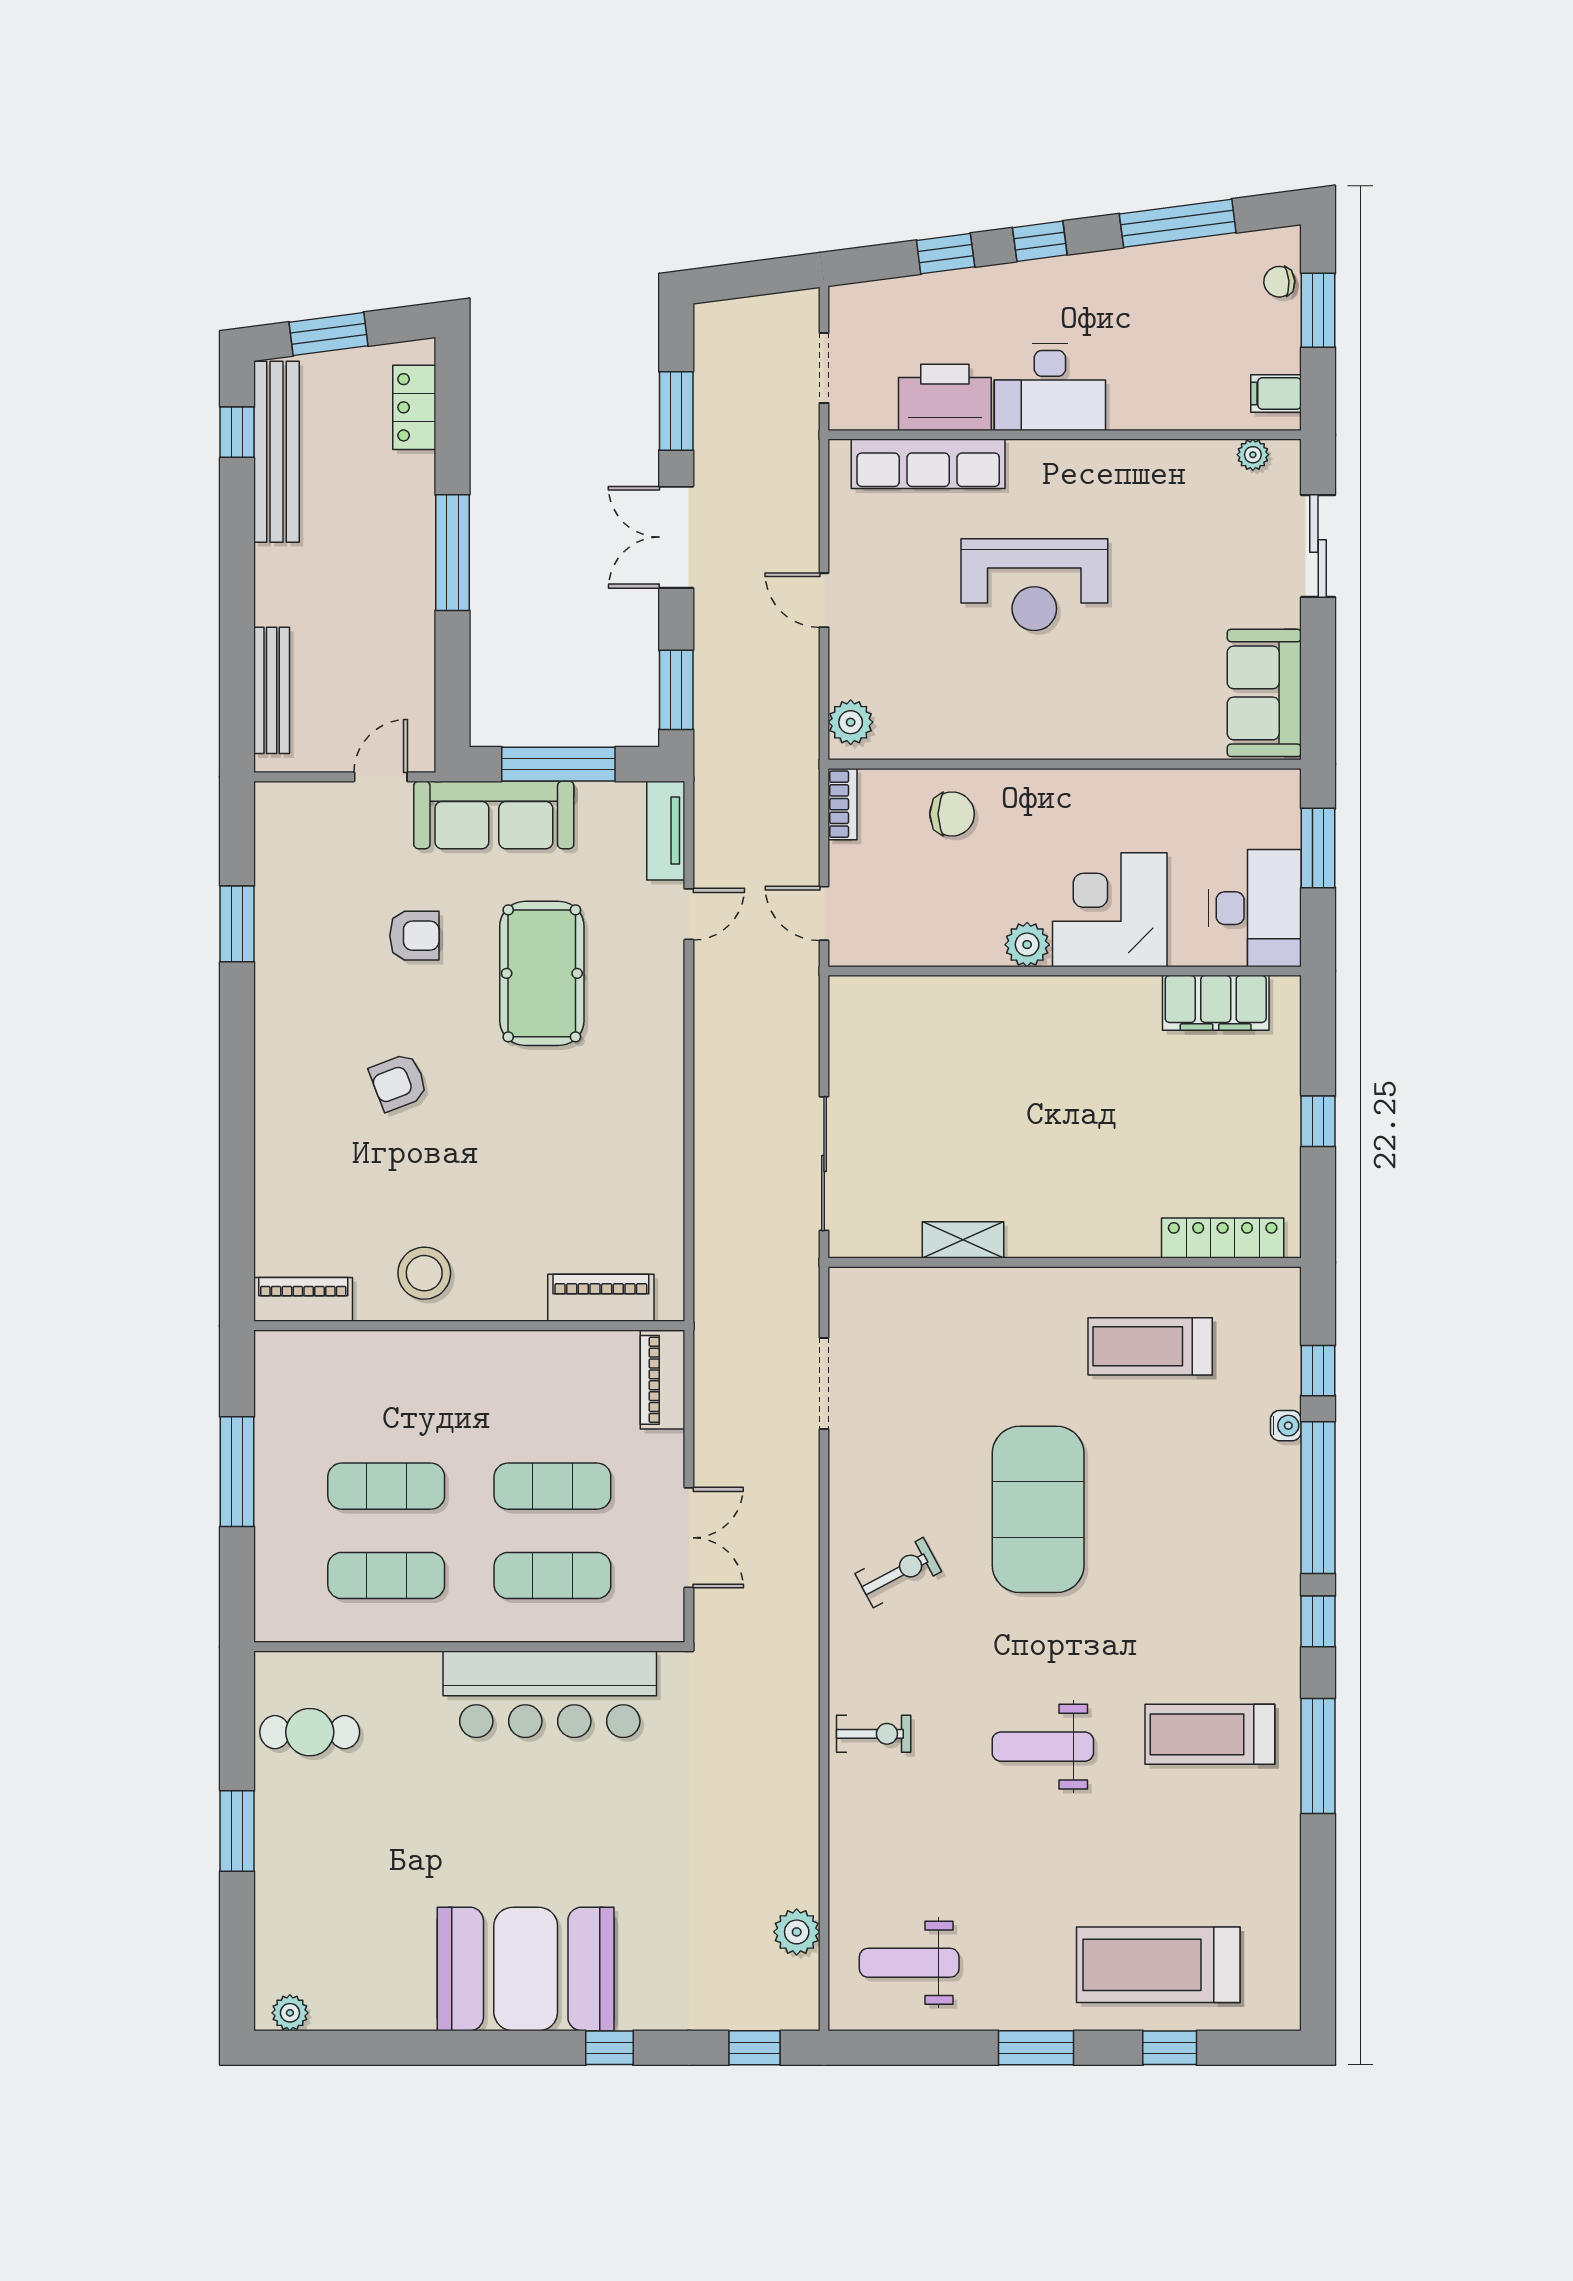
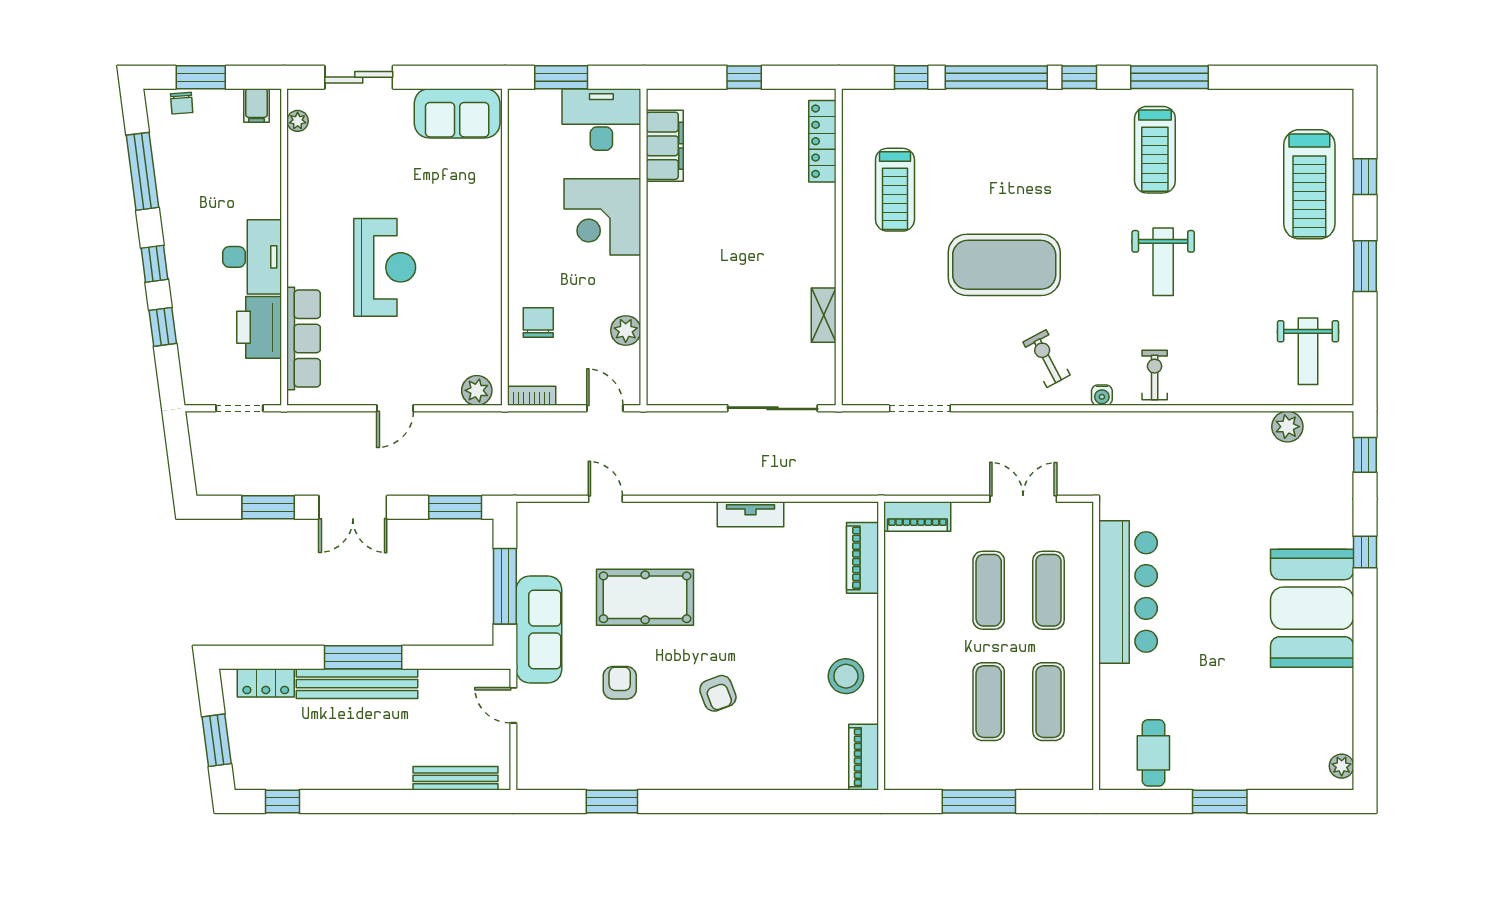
bench: (276, 452) -> (357, 684), moved
tv unit: (666, 831) -> (750, 514), moved
door: (824, 913) -> (605, 408), swing flipped
plant: (1027, 945) -> (626, 330), moved
water cooler: (1286, 1426) -> (1102, 395), moved, turned 180

